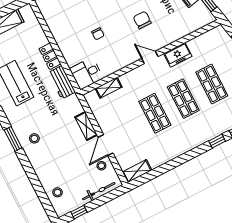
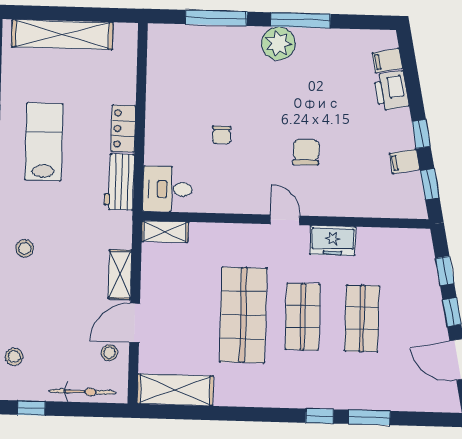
shelving: (109, 88) -> (165, 232), moved
shop shelf: (155, 113) -> (243, 315), width x1.43, depth x1.36
shelving: (137, 171) -> (175, 390), width x1.50, depth x1.33

